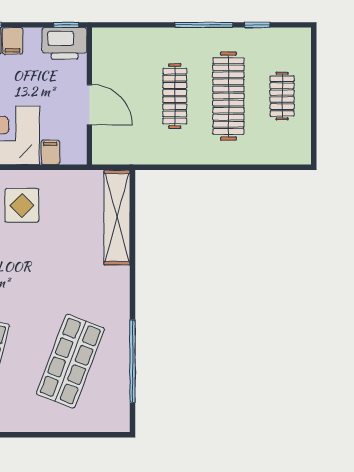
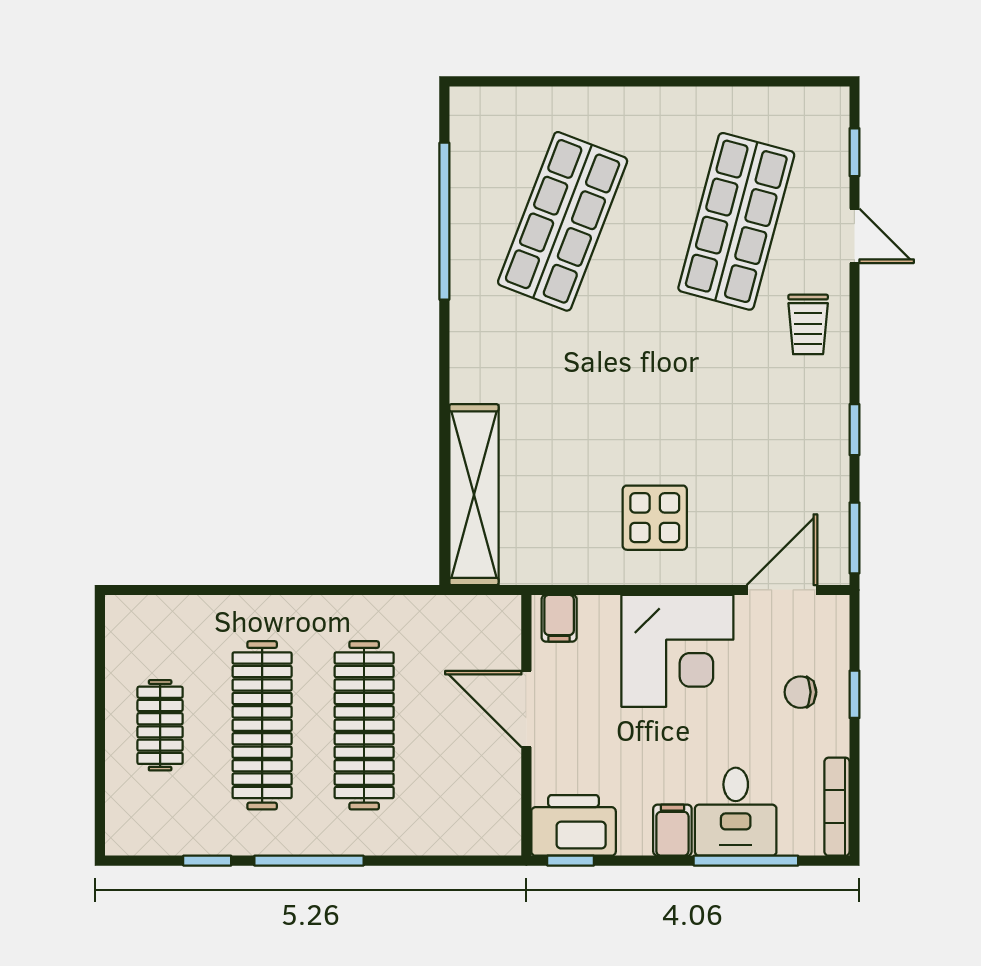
clothes rail: (175, 96) -> (364, 725), width x1.37, depth x1.31
filing cabinet: (50, 152) -> (559, 618), moved

